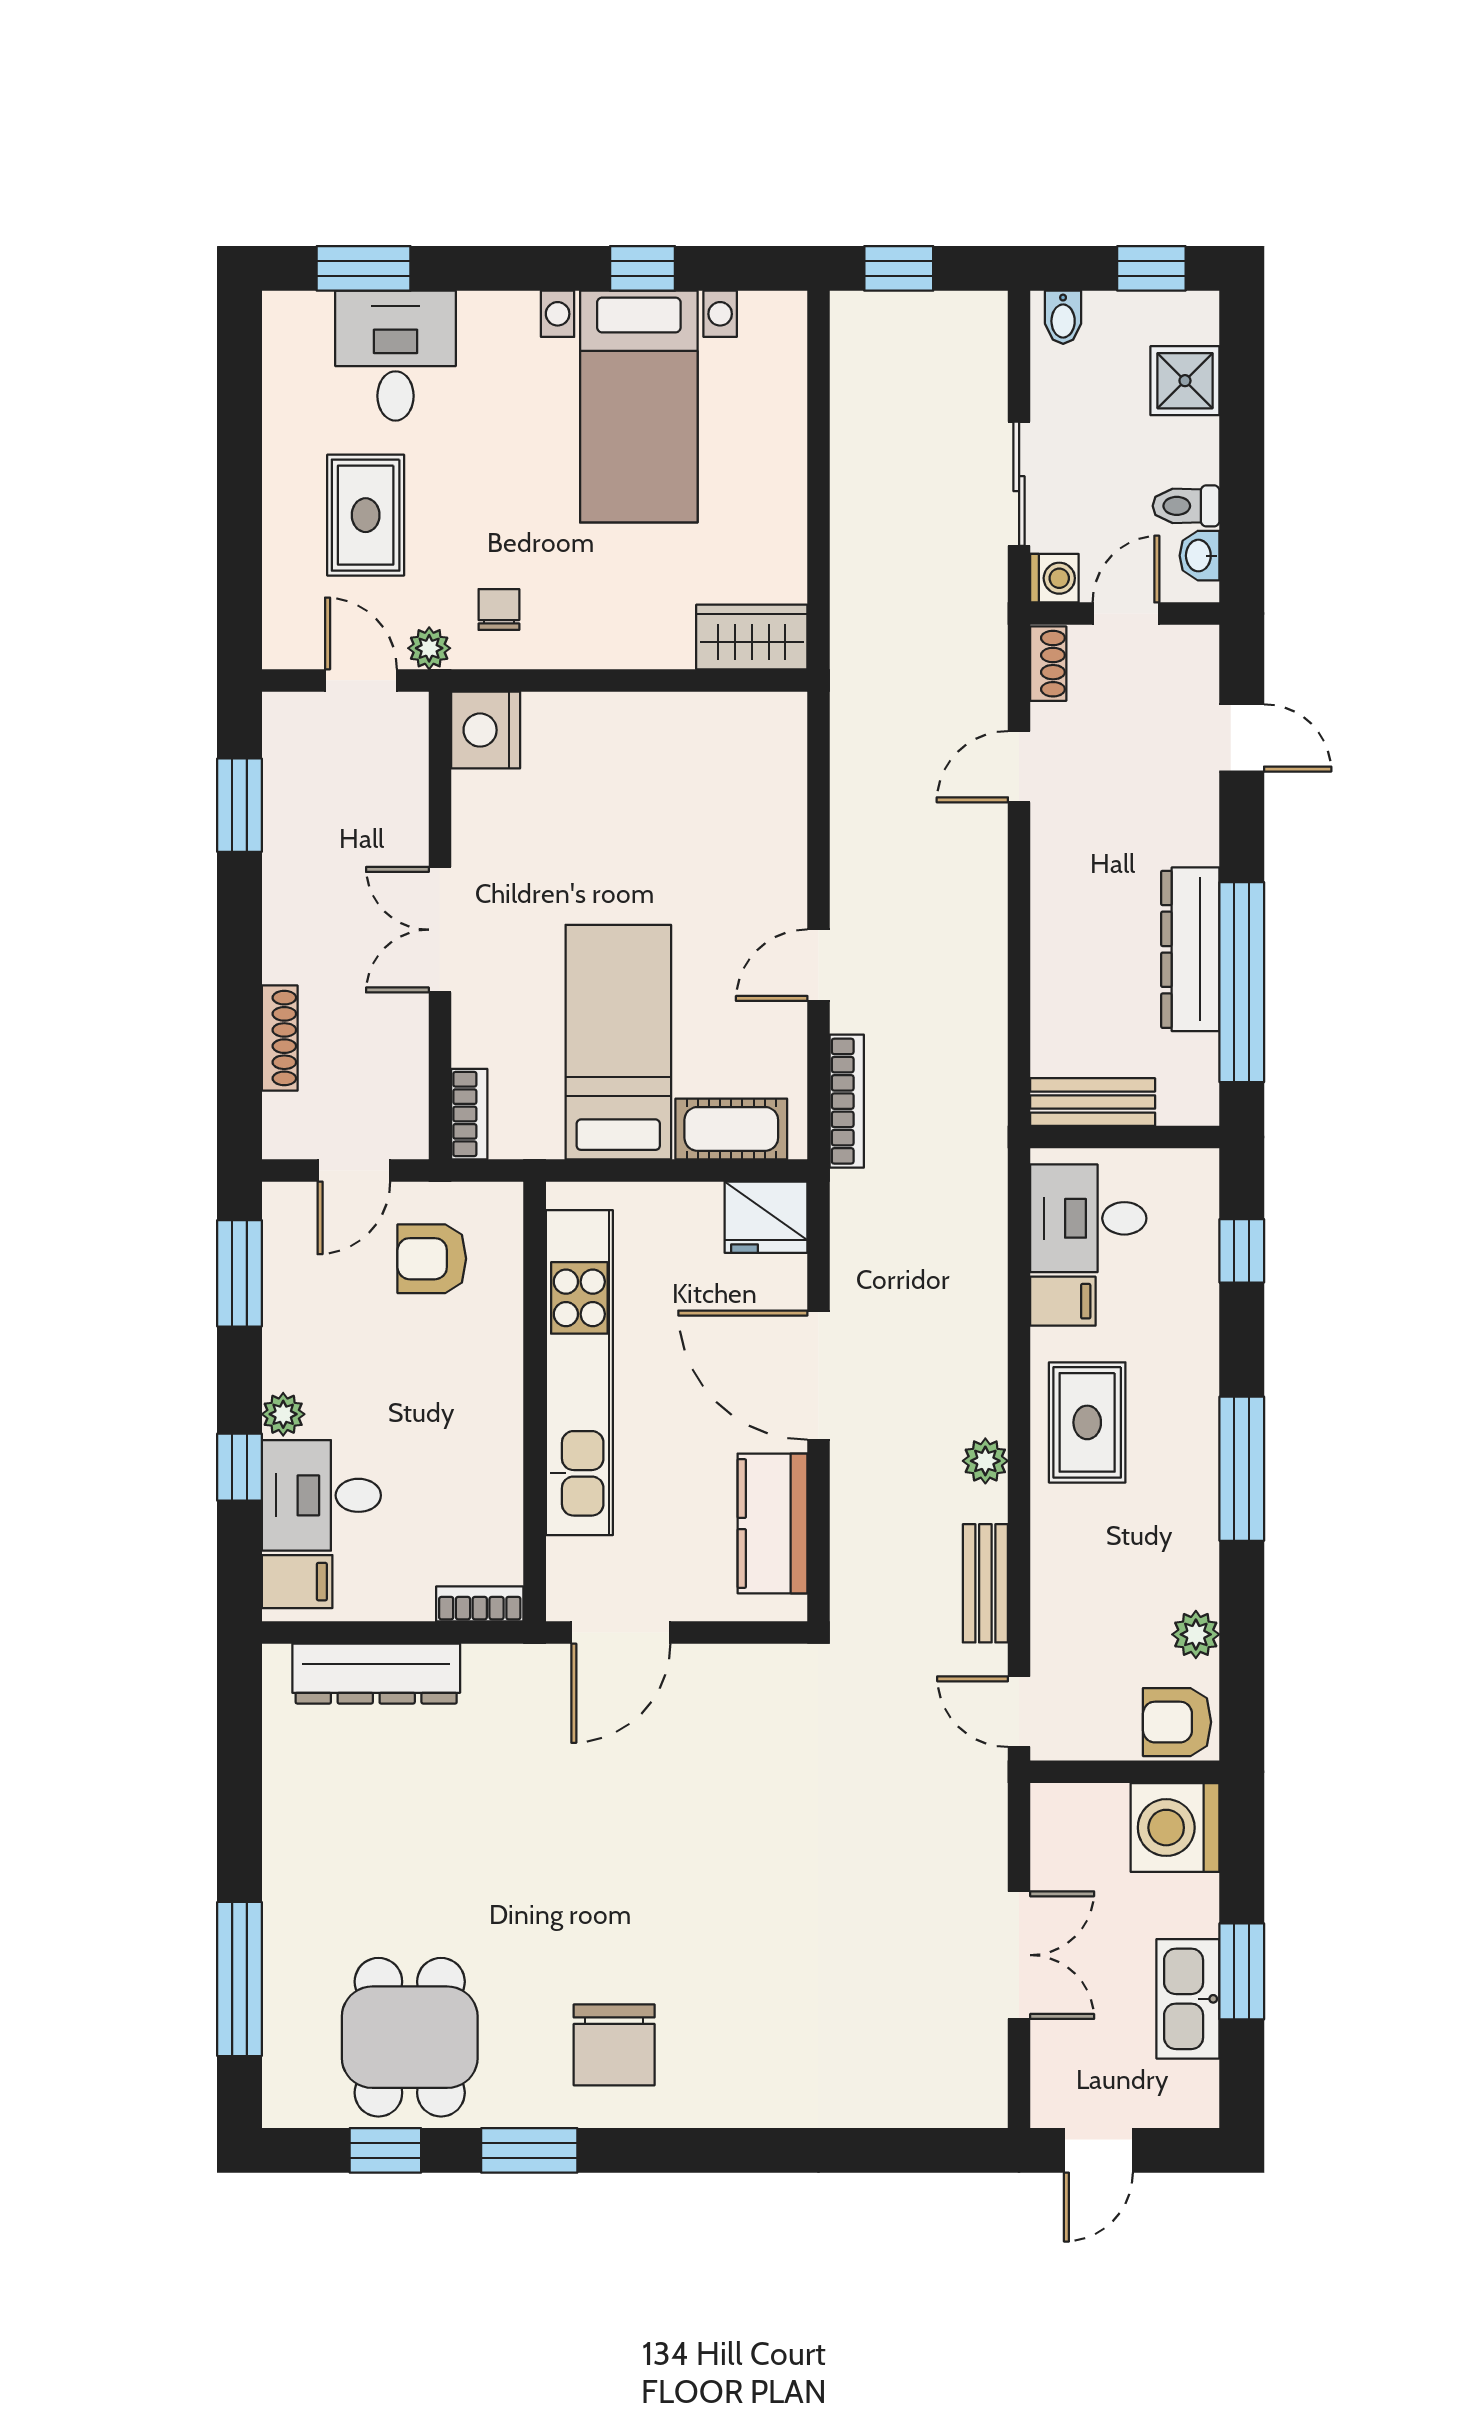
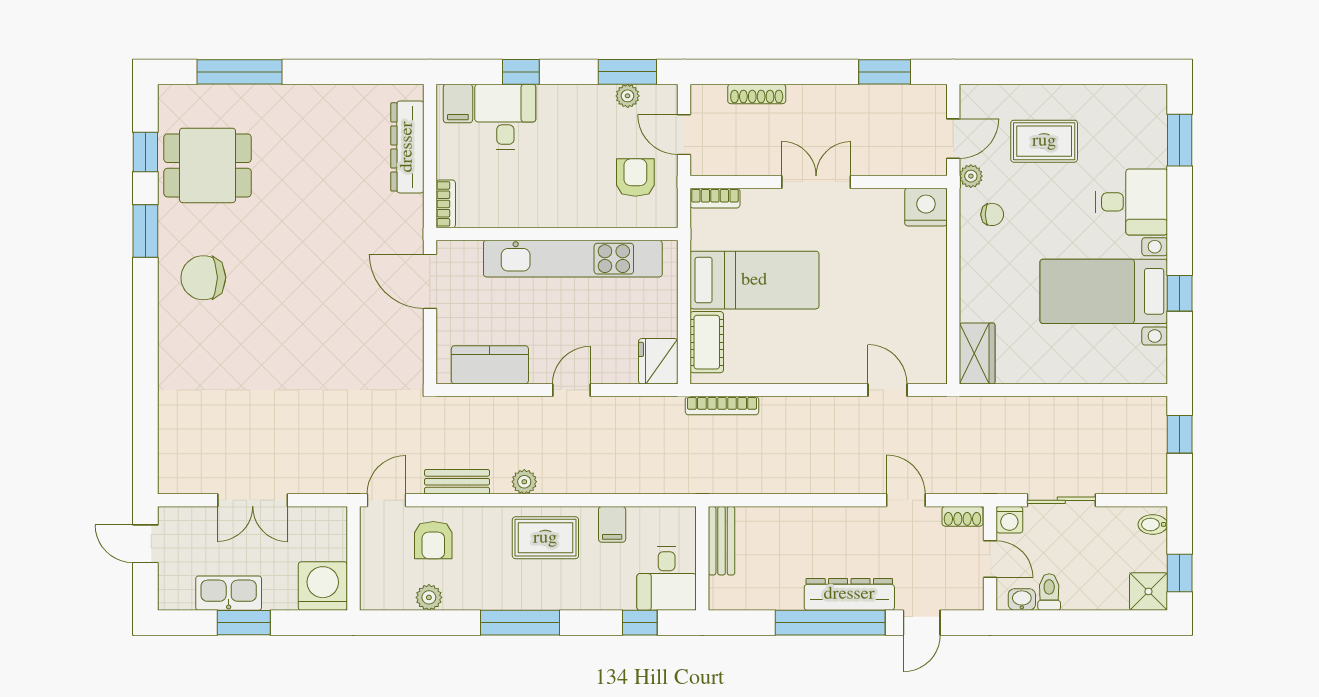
desk: (396, 356) -> (1132, 202), moved
shower: (1185, 381) -> (1148, 591), moved
dresser: (1190, 949) -> (849, 594), moved
door: (819, 965) -> (888, 390), moved
window: (1242, 982) -> (830, 623), moved
desk: (1088, 1218) -> (667, 579), moved, turned 180
door: (819, 1375) -> (571, 390), width x0.53
plant: (283, 1414) -> (628, 96), moved
armchair: (1177, 1722) -> (433, 540), moved, turned 180

